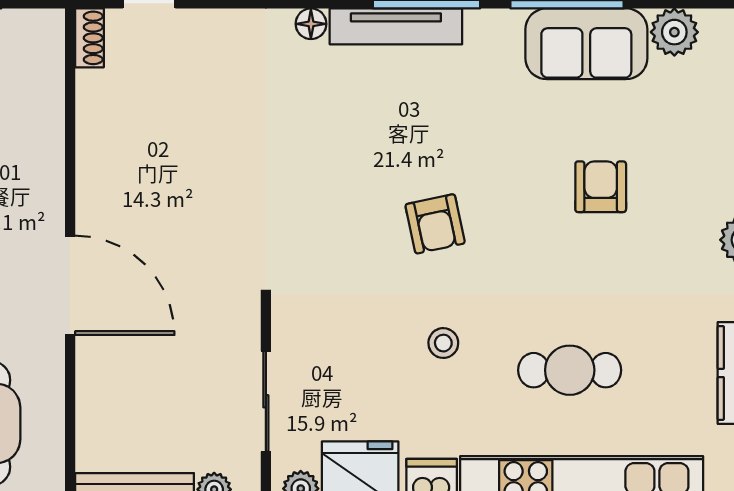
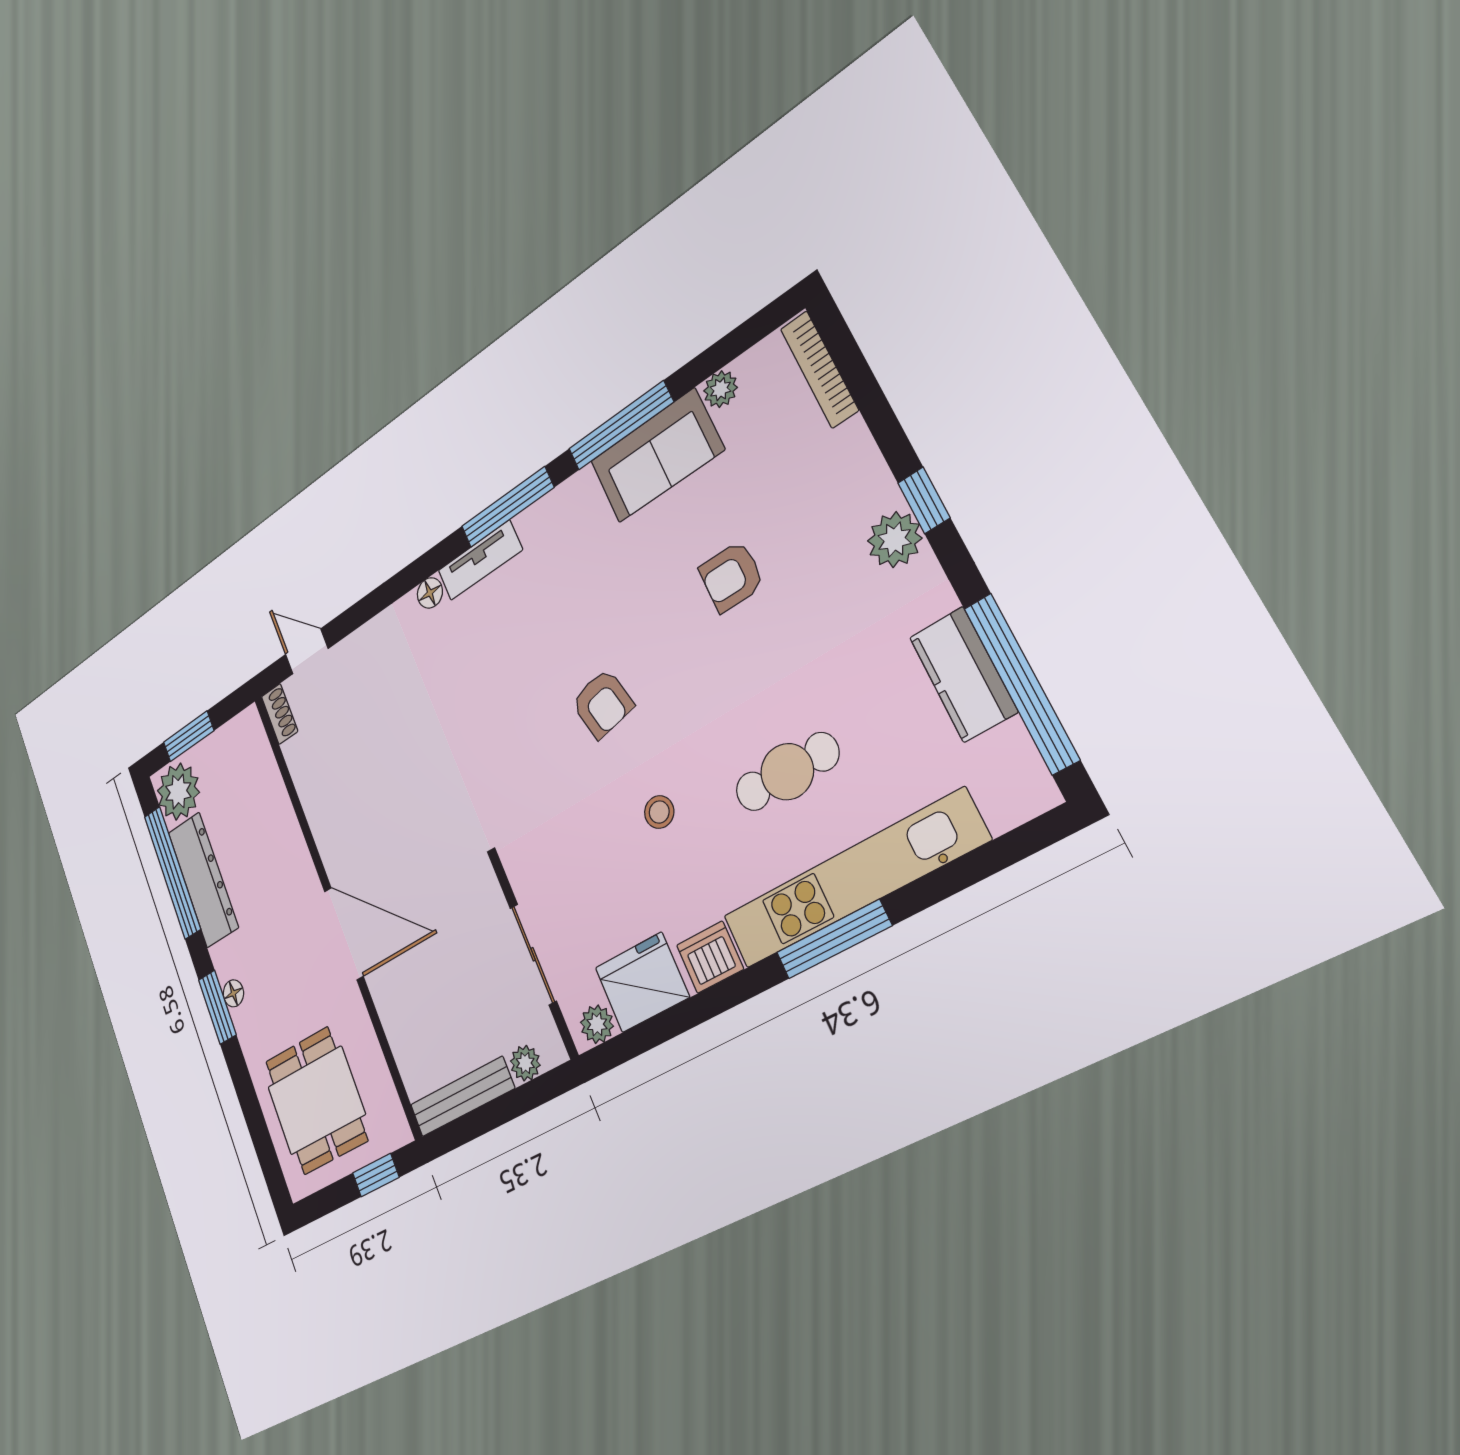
tv unit: (396, 26) -> (480, 560), width x0.71
plant: (674, 32) -> (721, 389), width x0.73, depth x0.73
armchair: (601, 187) -> (731, 577), turned -90

